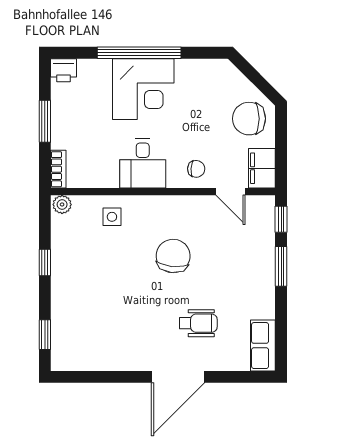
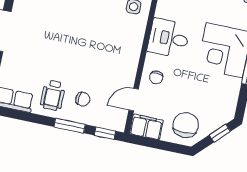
window: (250, 73) -> (220, 133), added
chair: (173, 256) -> (83, 99), moved, width x0.54, depth x0.54
wheelchair: (198, 323) -> (53, 95), moved

